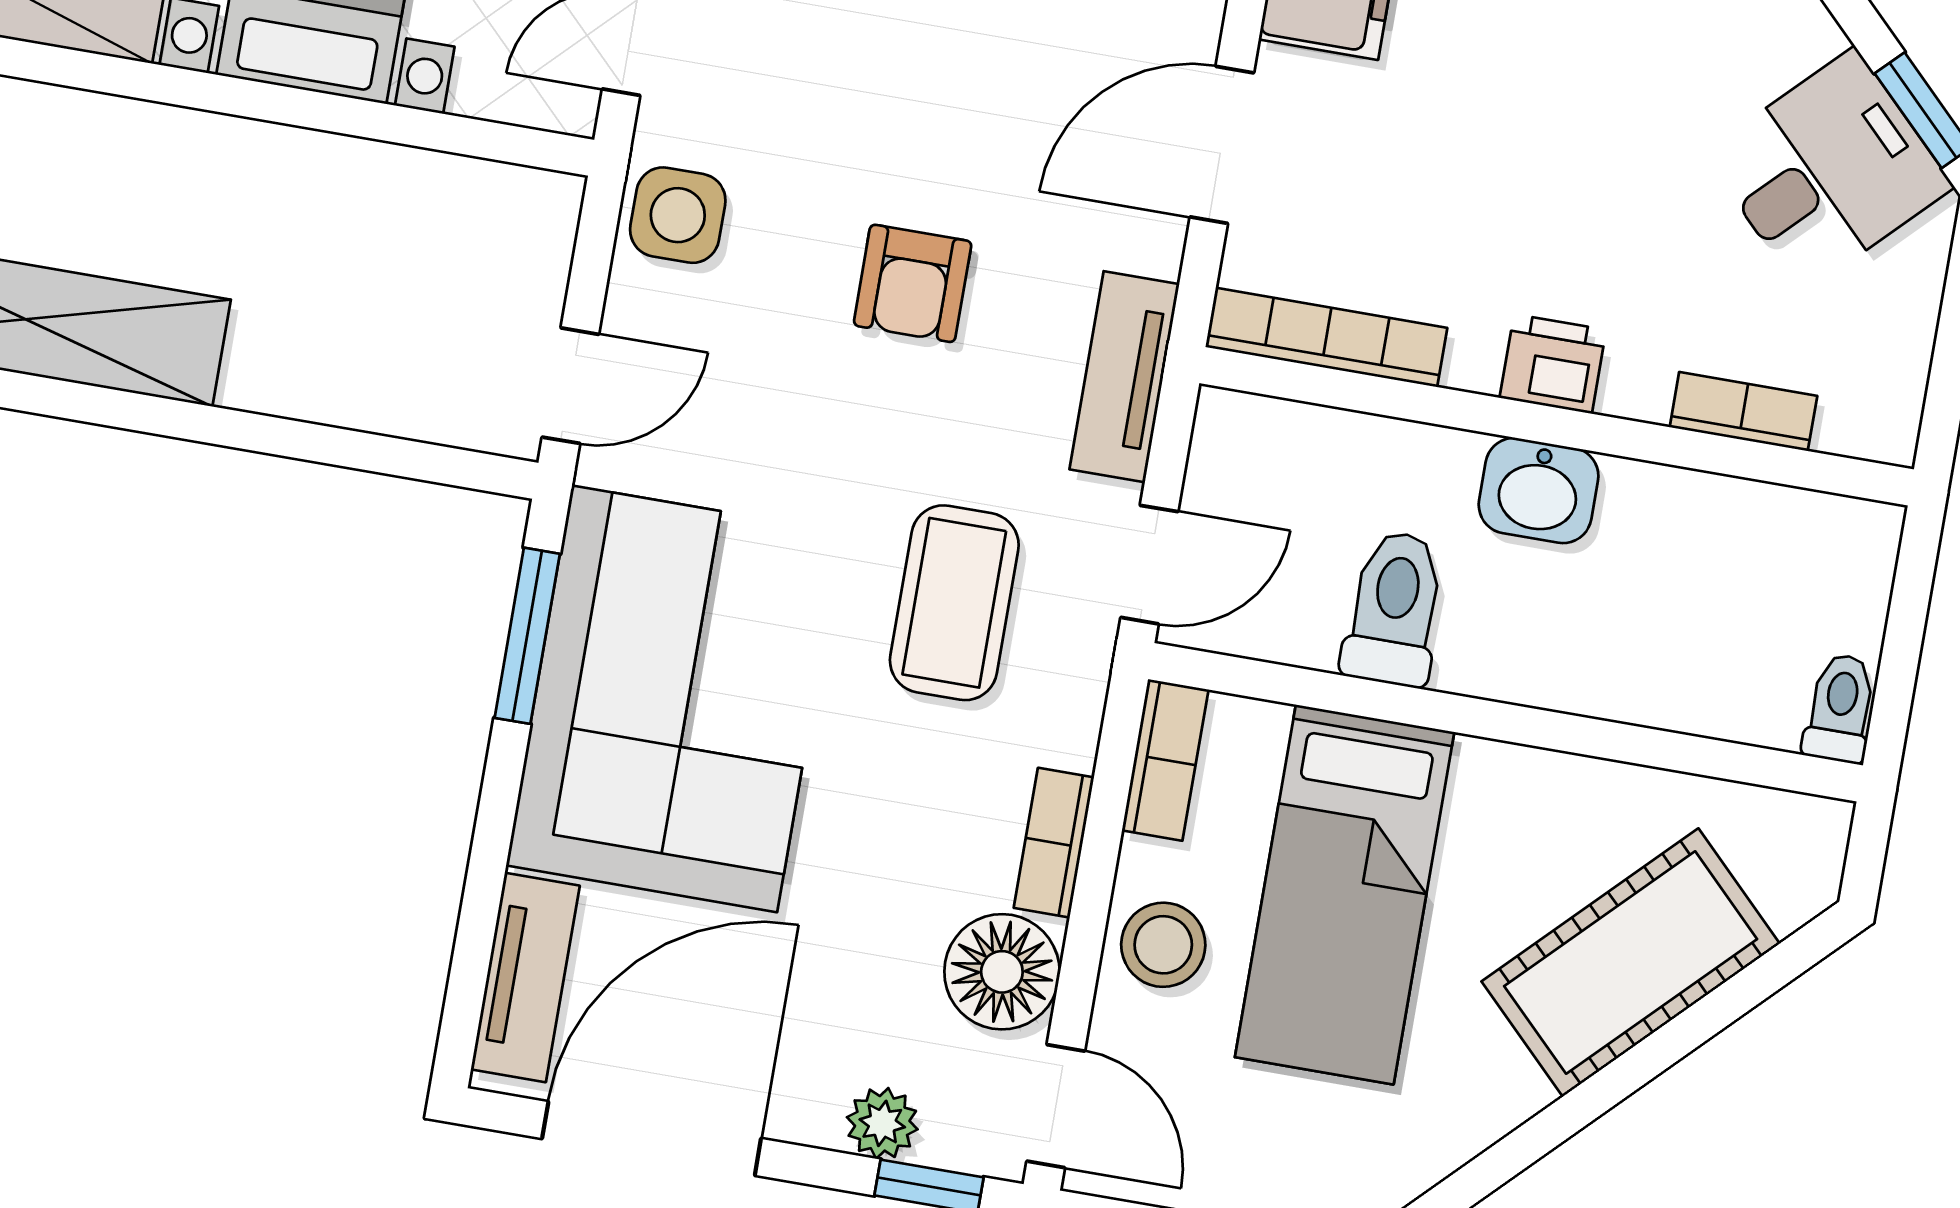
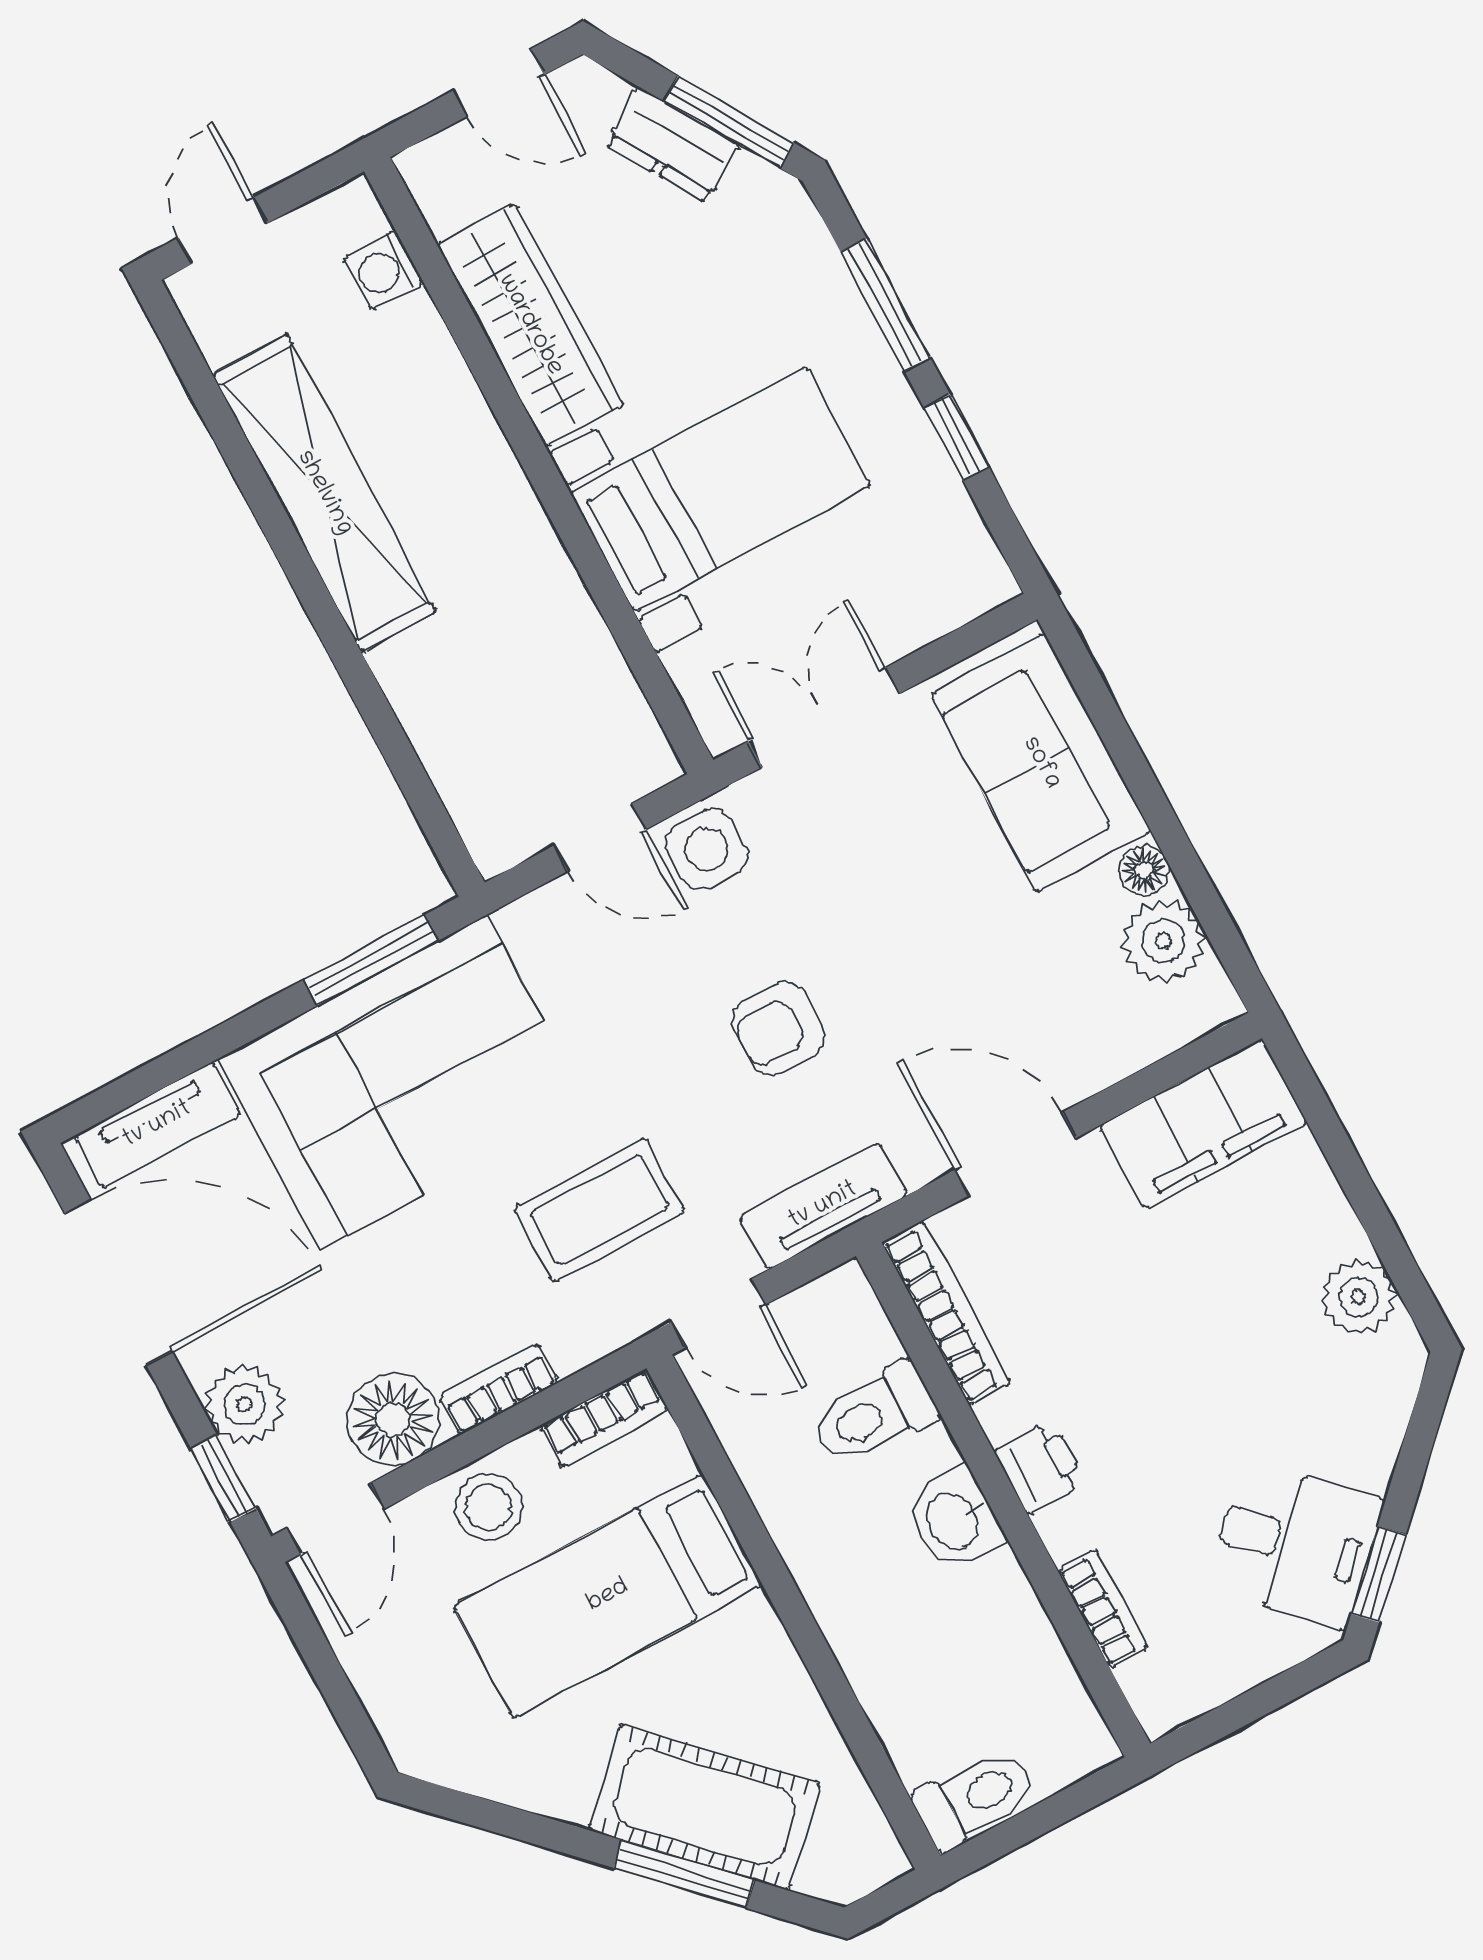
door: (570, 386) -> (600, 837), moved
toilet: (1394, 609) -> (874, 1414), moved, turned 180
toilet: (1840, 708) -> (975, 1798), width x1.37, depth x1.39
window: (1681, 1036) -> (684, 1874), added
plant: (882, 1123) -> (245, 1404), width x1.38, depth x1.38

